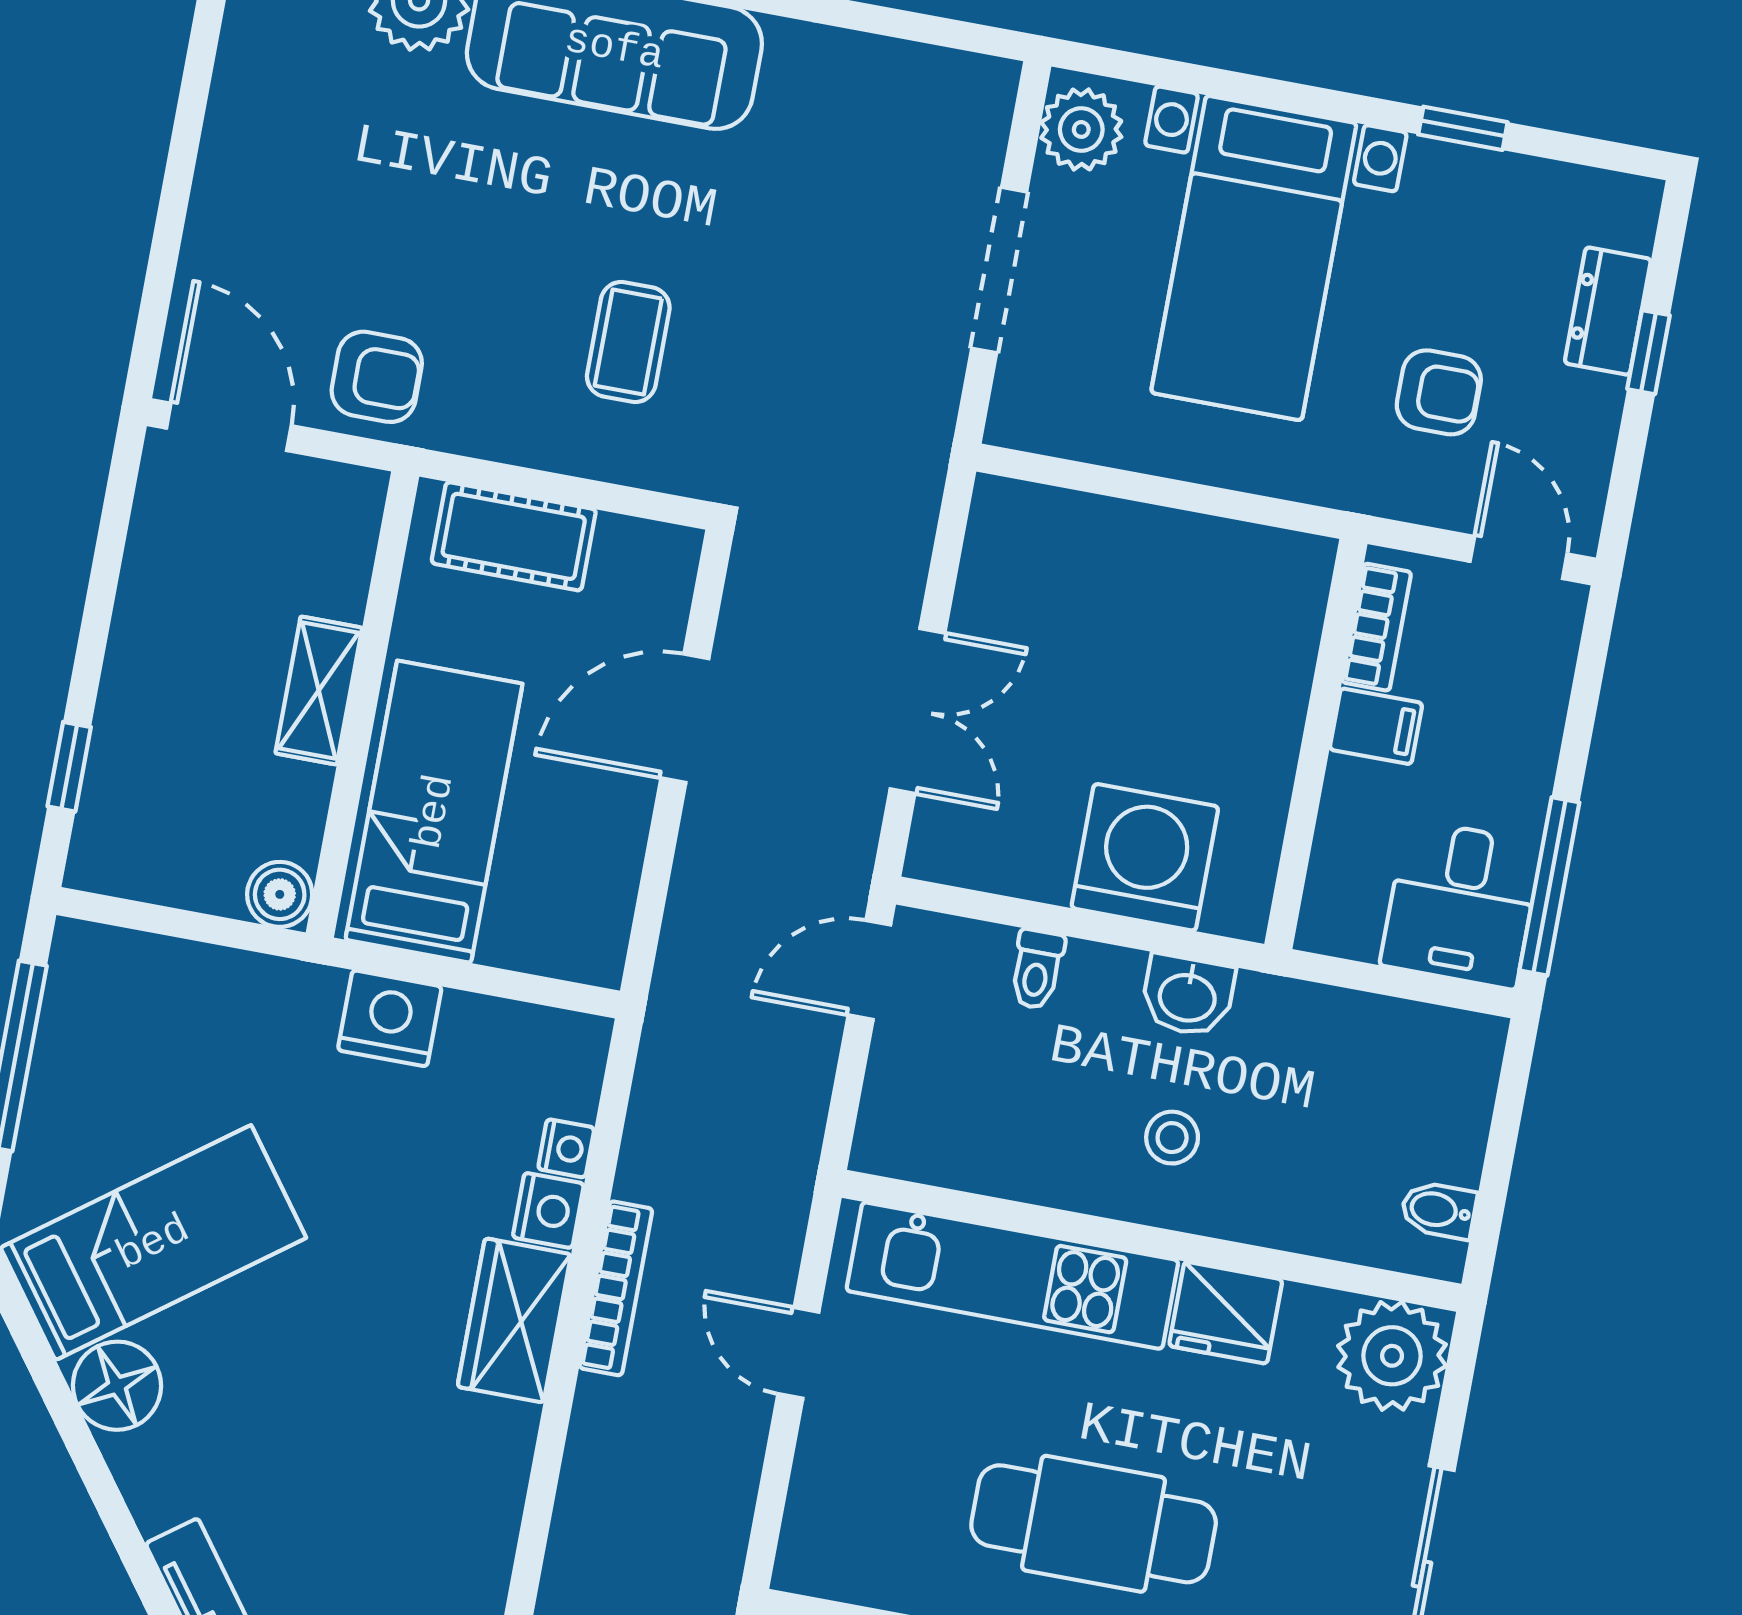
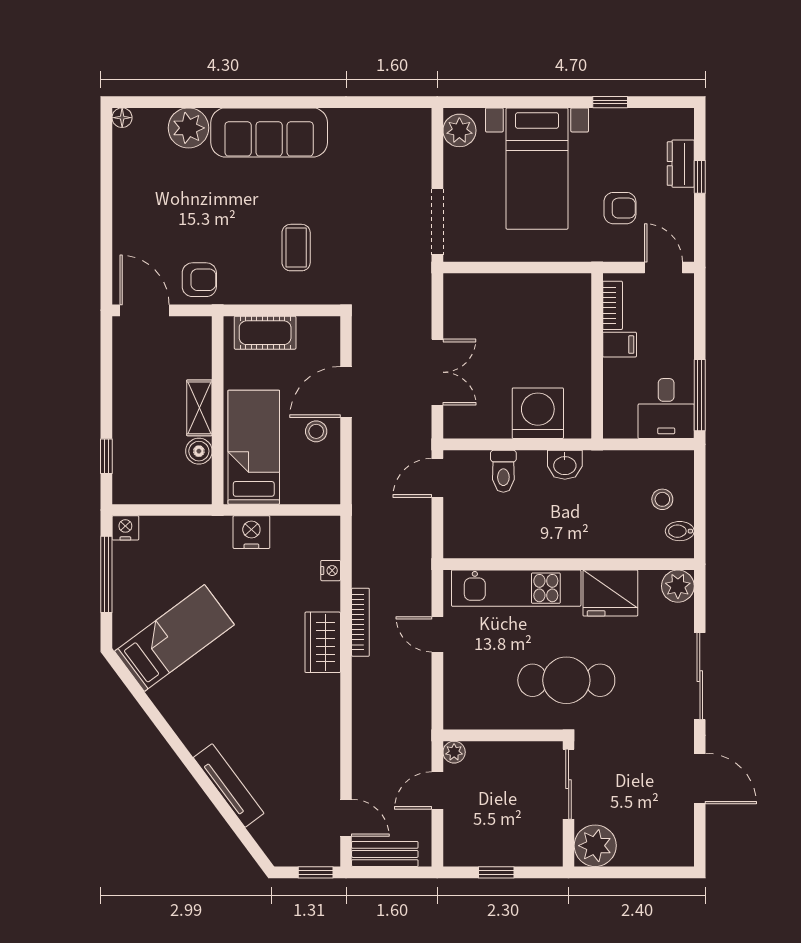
doorway: (999, 270) -> (437, 222), moved
stool: (594, 801) -> (316, 431), added
boiler: (280, 894) -> (199, 451), moved
toilet: (1037, 969) -> (503, 471), width x1.37, depth x1.39
stool: (1172, 1138) -> (662, 499), moved
nightstand: (548, 1210) -> (125, 528), moved, turned -90
fridge: (1226, 1313) -> (610, 593), width x1.36, depth x1.34
plant: (1392, 1356) -> (678, 586), width x0.73, depth x0.73
floor lamp: (117, 1386) -> (171, 697), removed

